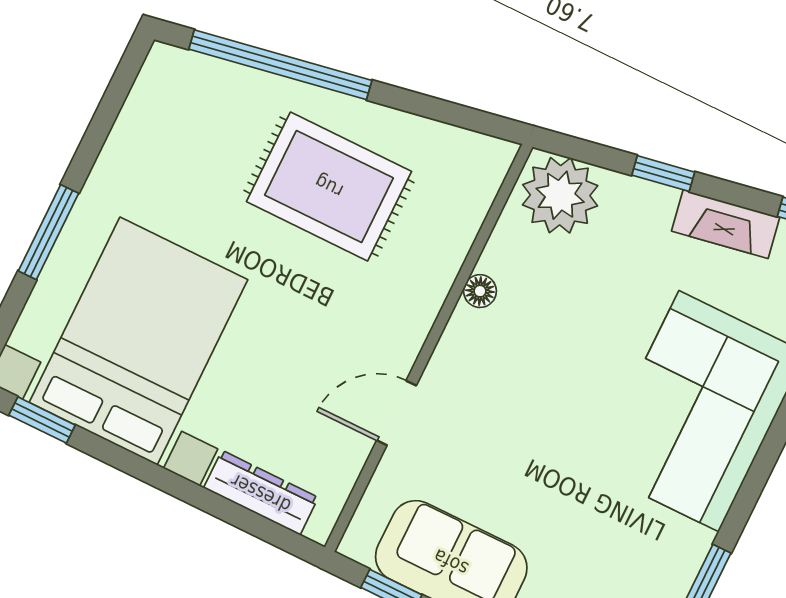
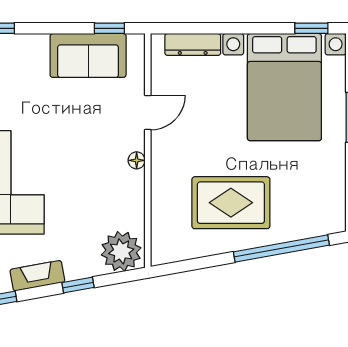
floor lamp: (480, 291) -> (137, 160), moved

